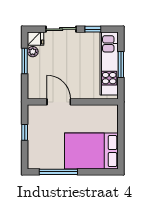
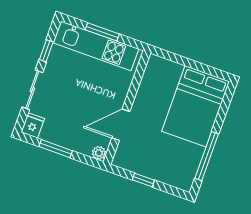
plant: (33, 52) -> (99, 153), moved

